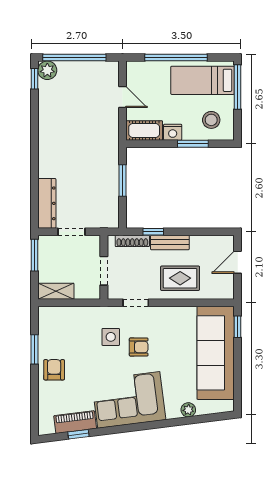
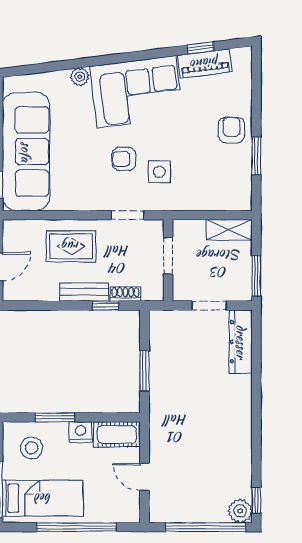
shoe rack: (132, 241) -> (125, 294), width x0.70
armchair: (54, 370) -> (231, 130), turned 180
plant: (188, 410) -> (80, 77), moved

